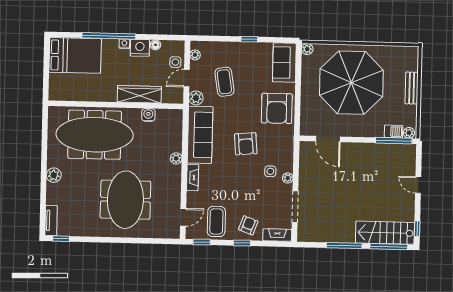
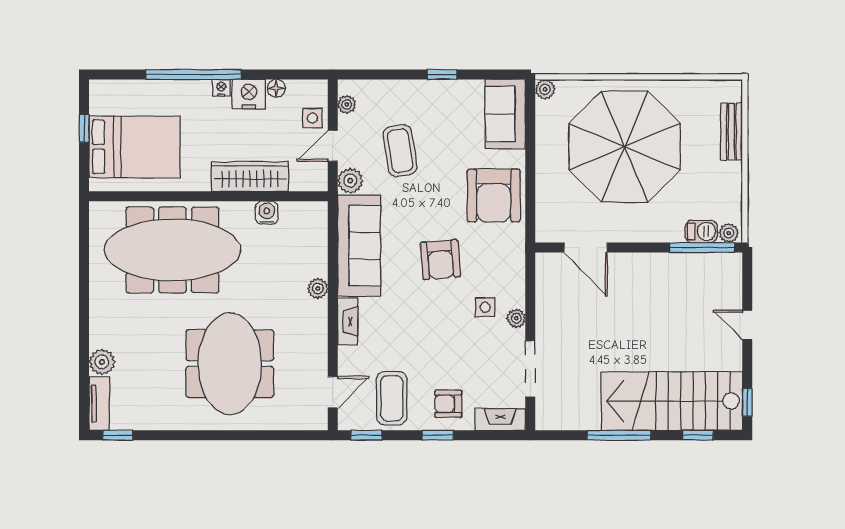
bed: (75, 55) -> (135, 147), moved
window: (46, 65) -> (84, 128), added
bench: (412, 88) -> (732, 132), moved
plant: (54, 175) -> (102, 362), moved
armchair: (248, 225) -> (448, 404), turned -110
stairs: (385, 233) -> (672, 401), width x1.36, depth x1.51
window: (389, 247) -> (698, 435), width x0.46

